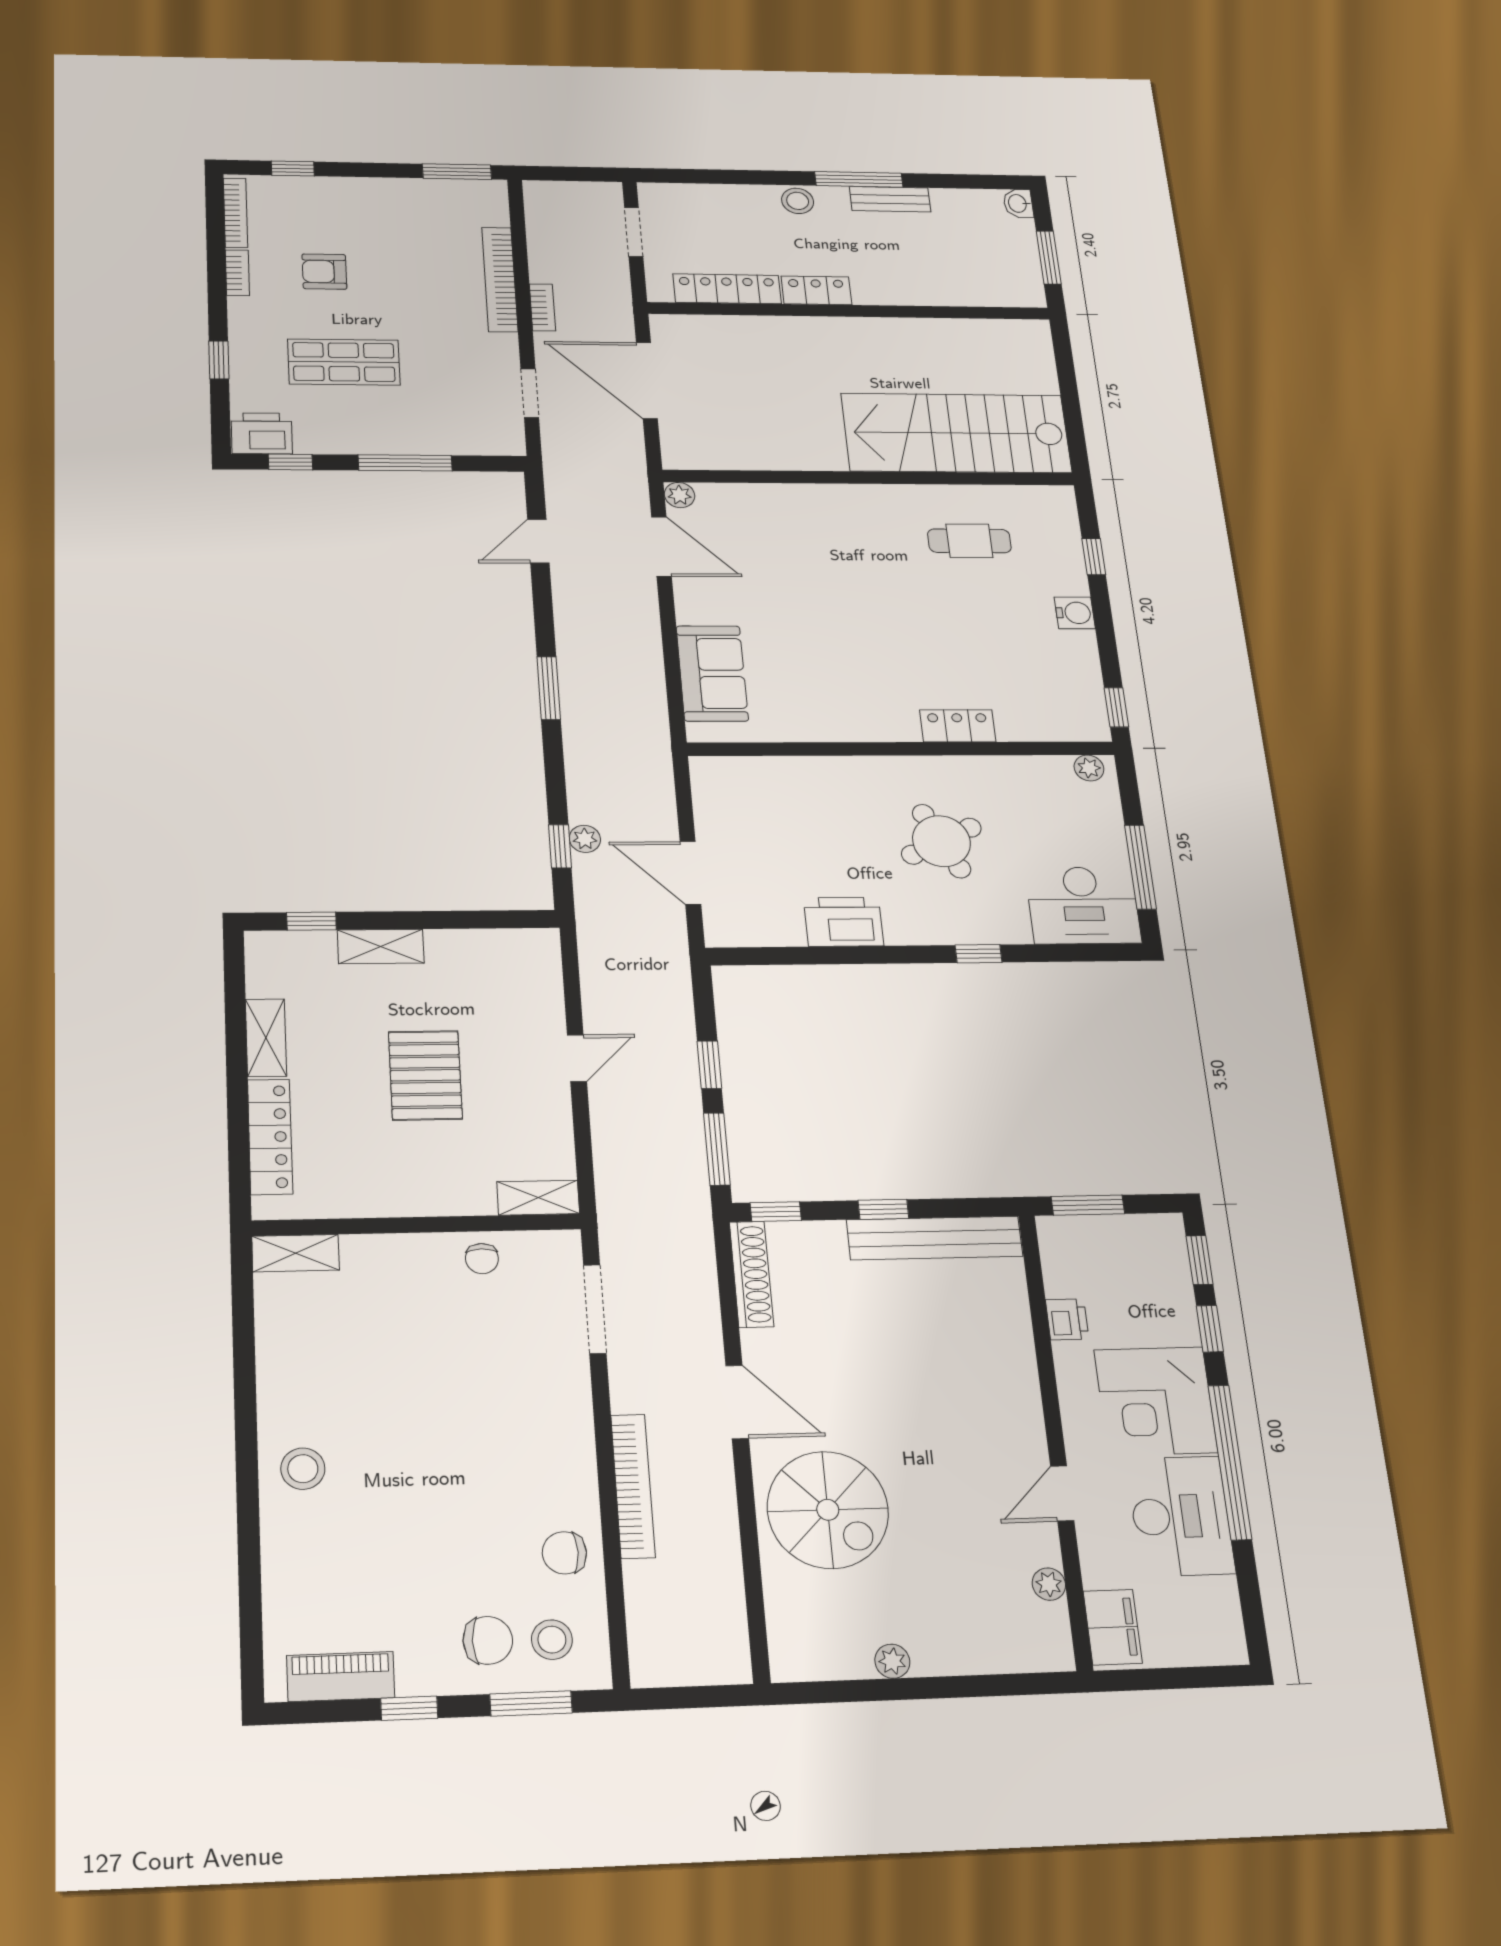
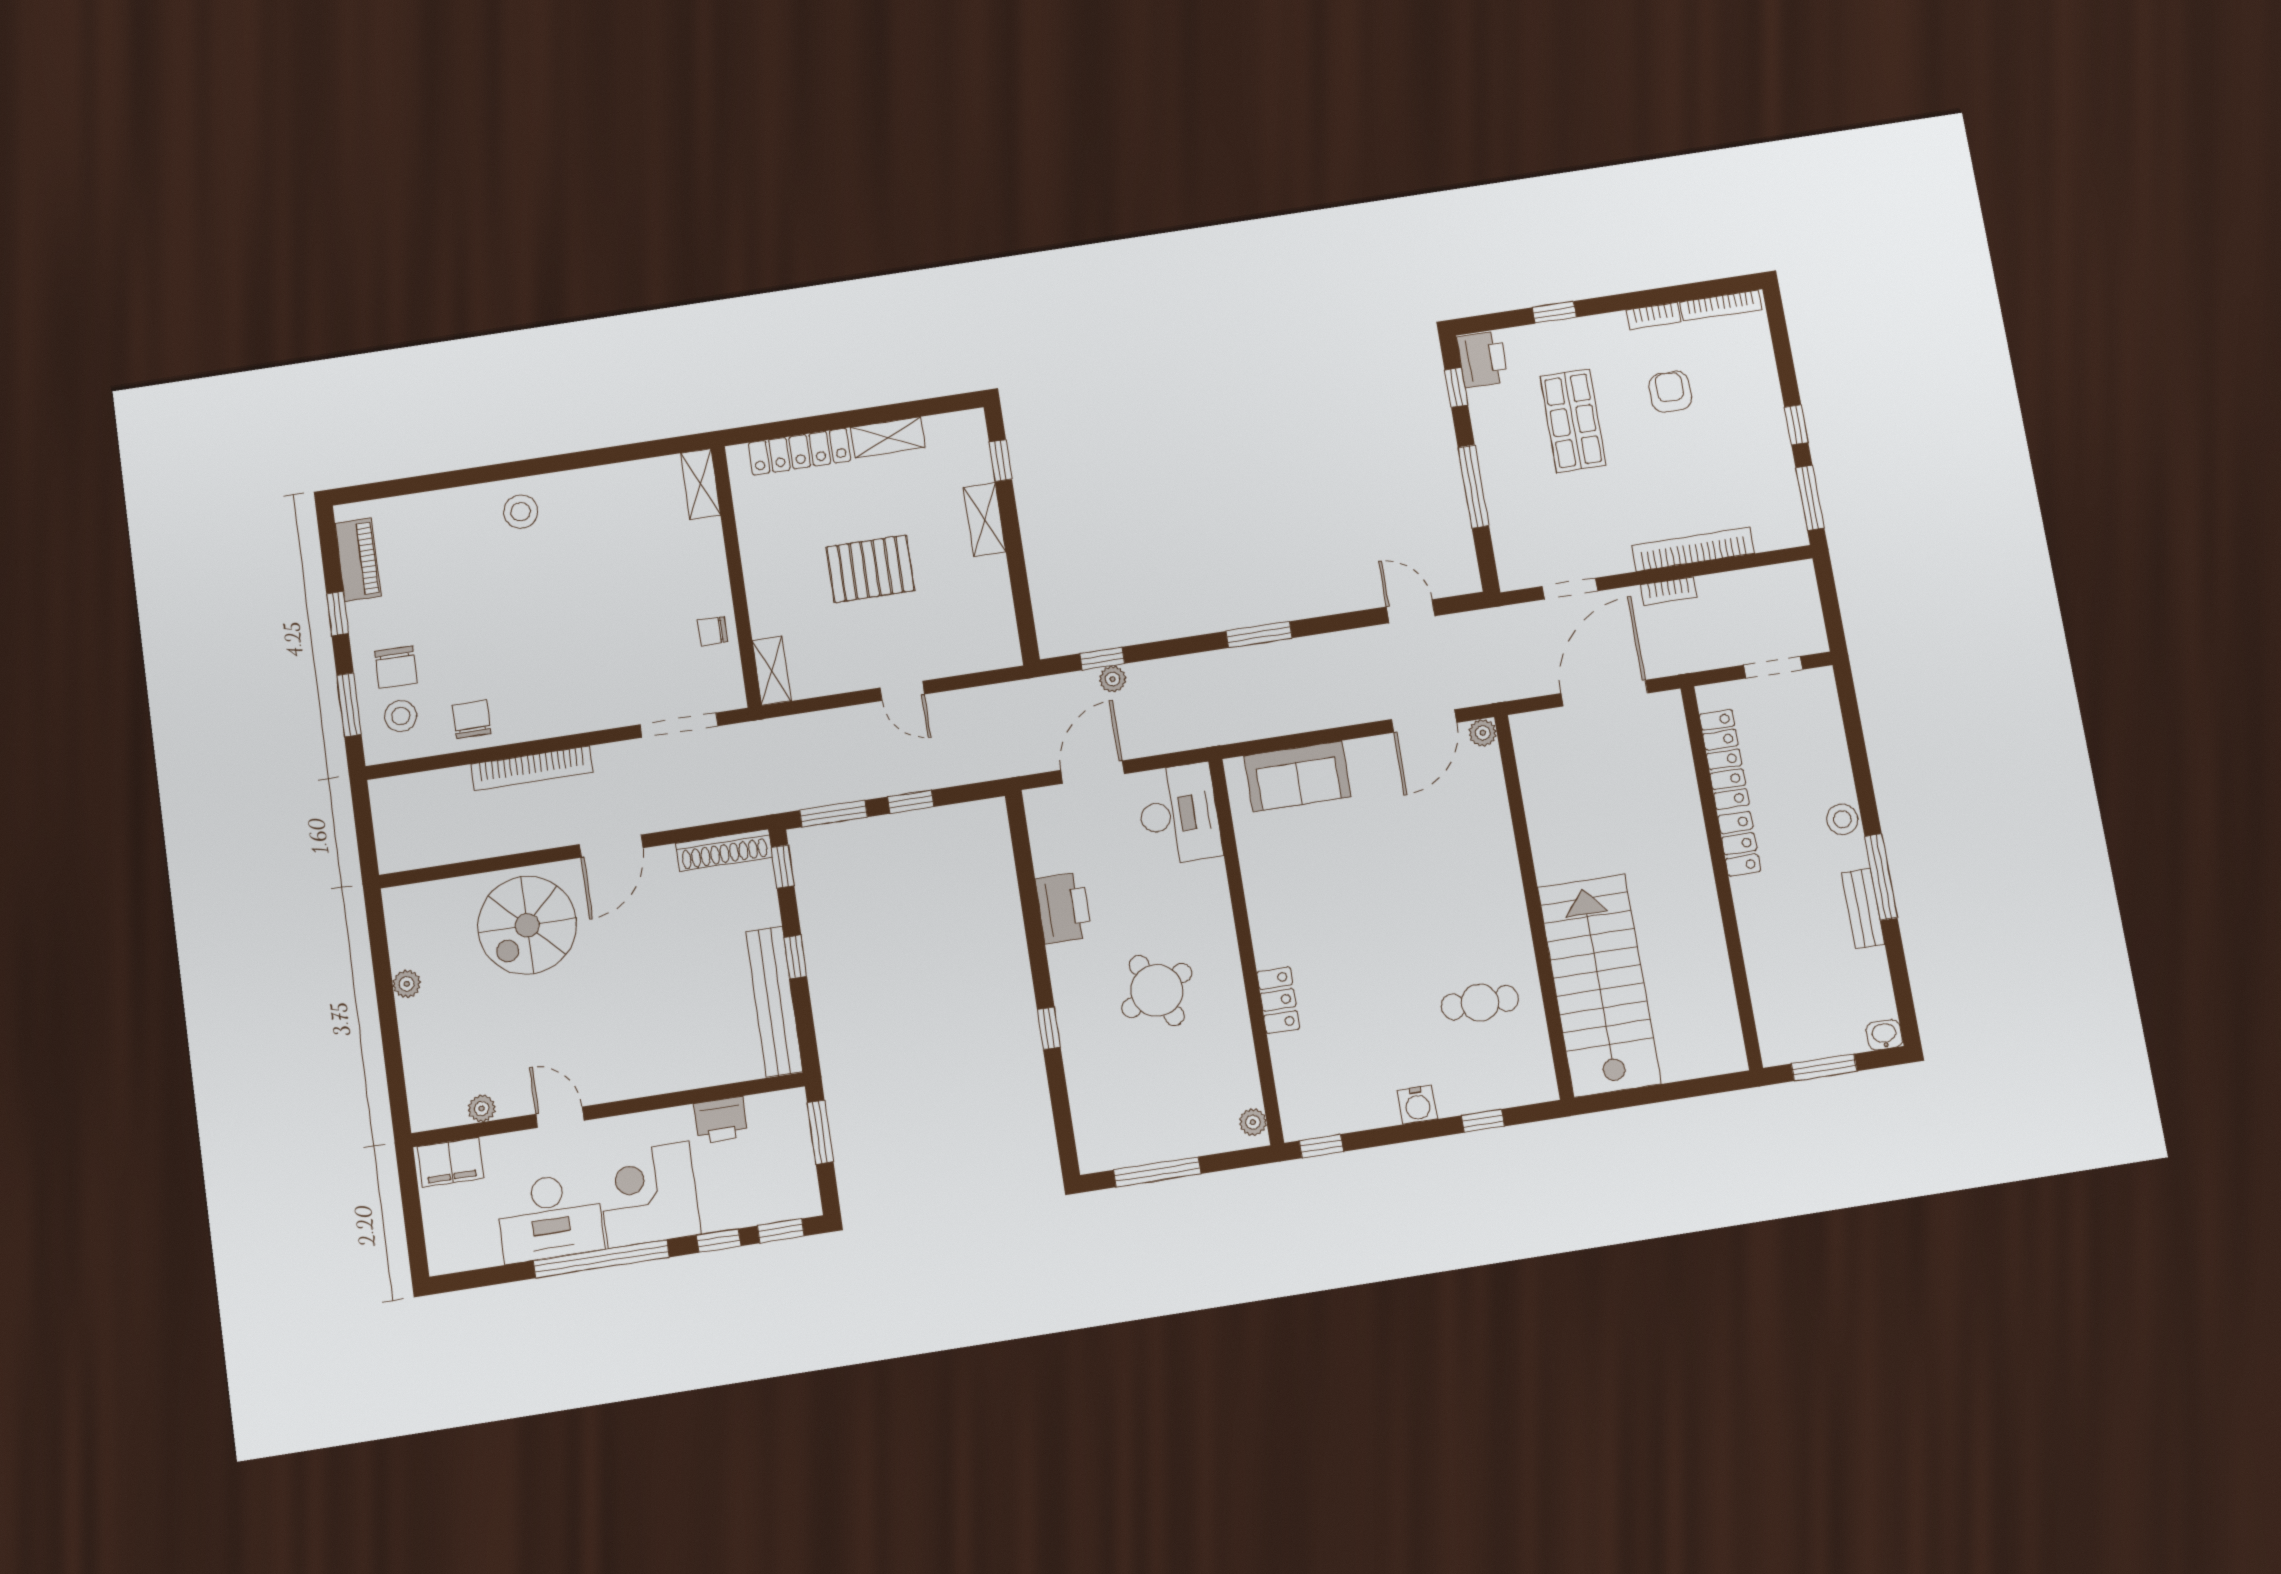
window: (293, 168) -> (1796, 425), moved
cafe table: (969, 541) -> (1480, 1003), turned 90
desk: (1083, 905) -> (1179, 814), moved, turned 180
printer: (1067, 1319) -> (721, 1120), width x1.36, depth x1.24

